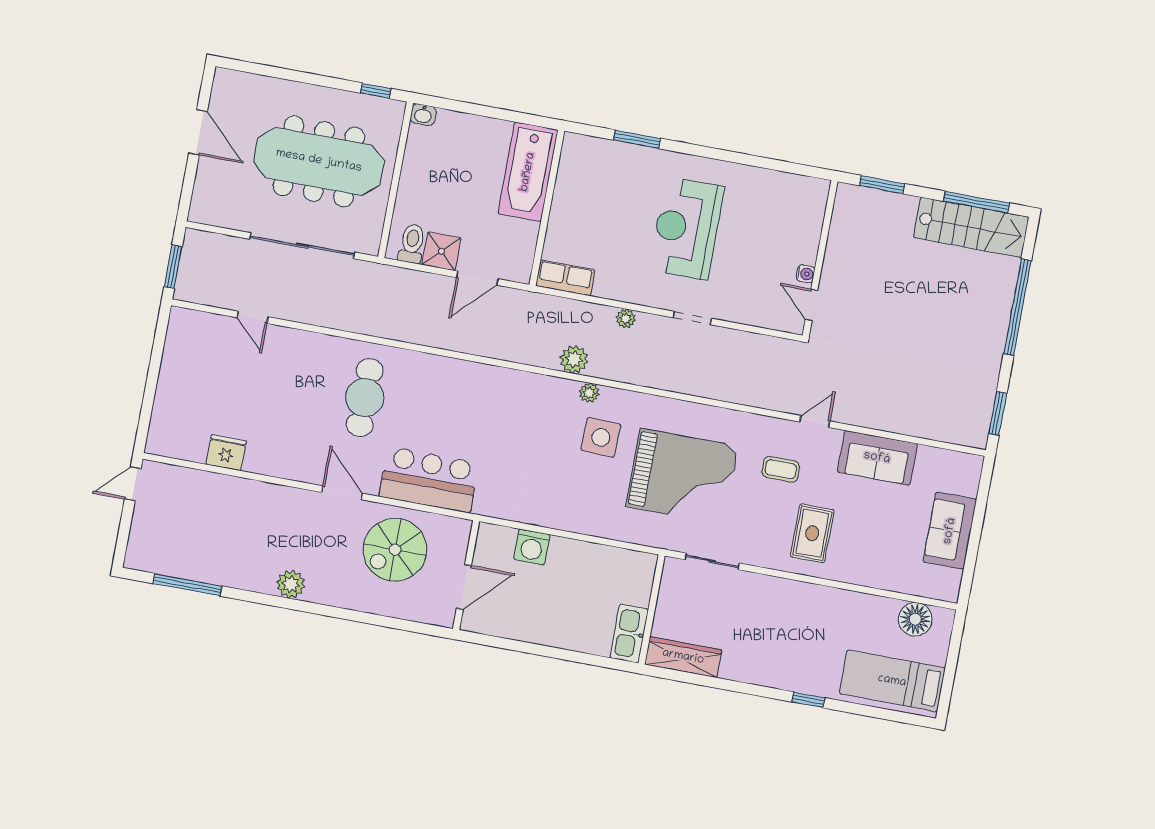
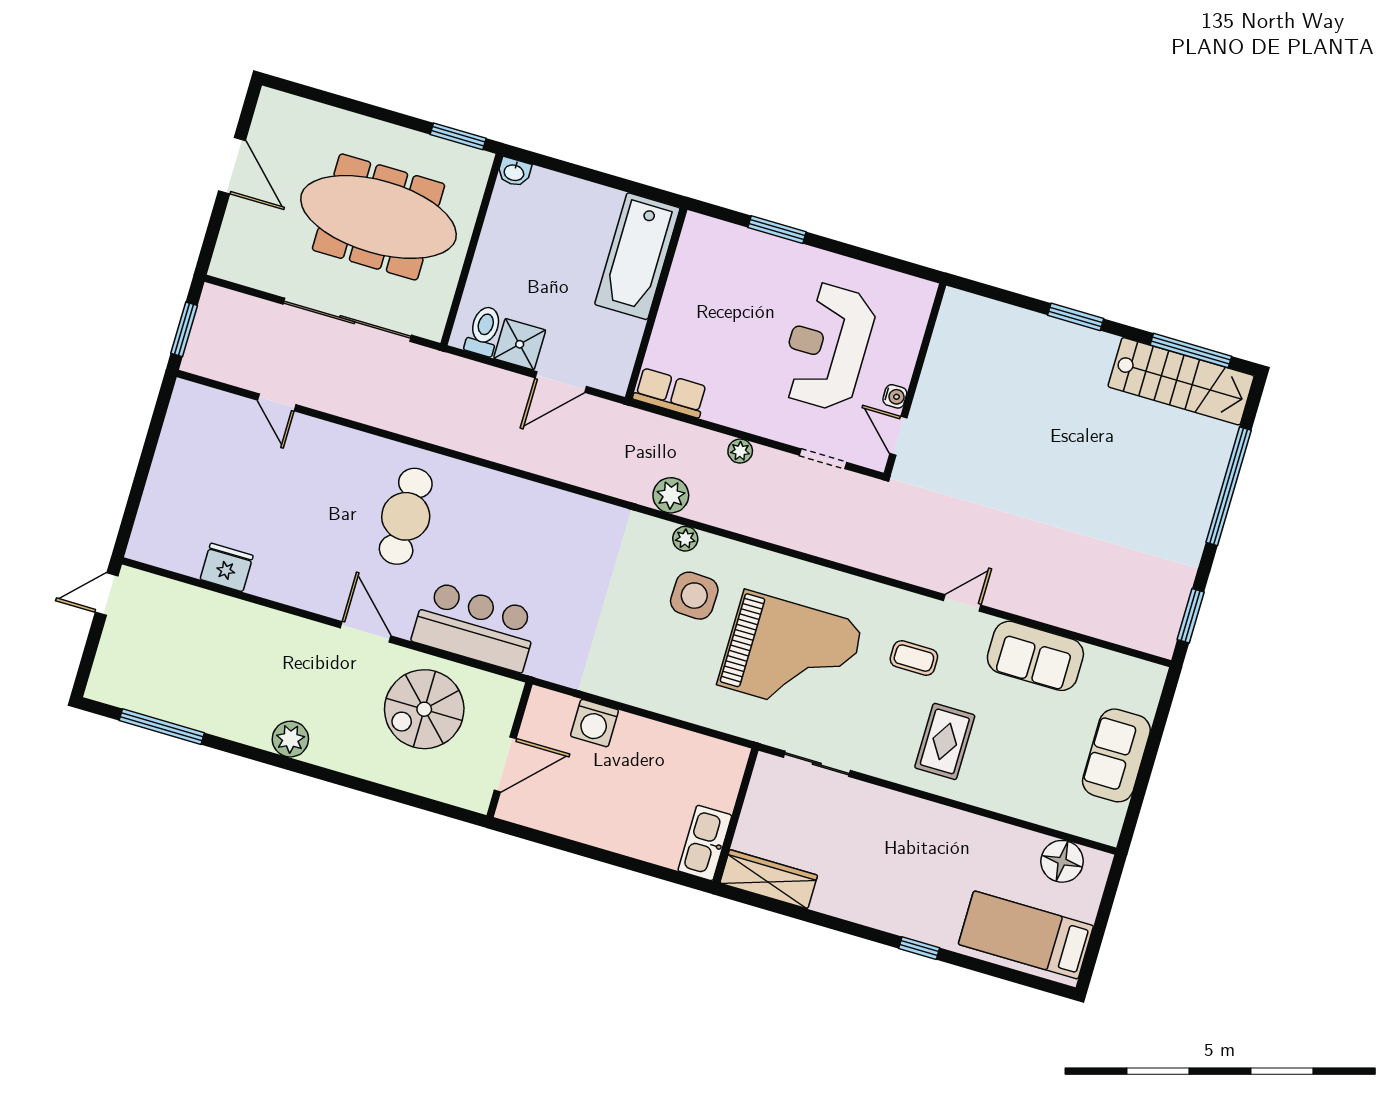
window: (376, 91) -> (458, 136), width x1.50
wall: (820, 258) -> (915, 379), moved
water cooler: (805, 274) -> (895, 396), moved
door: (811, 305) -> (898, 436), moved

